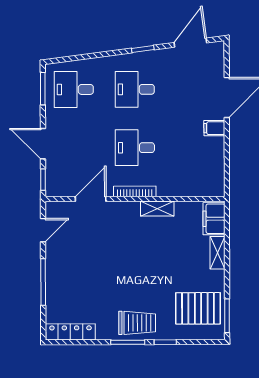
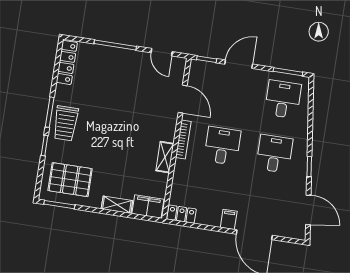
locker: (217, 181) -> (181, 214), added
pallet: (198, 308) -> (70, 180), turned 90

